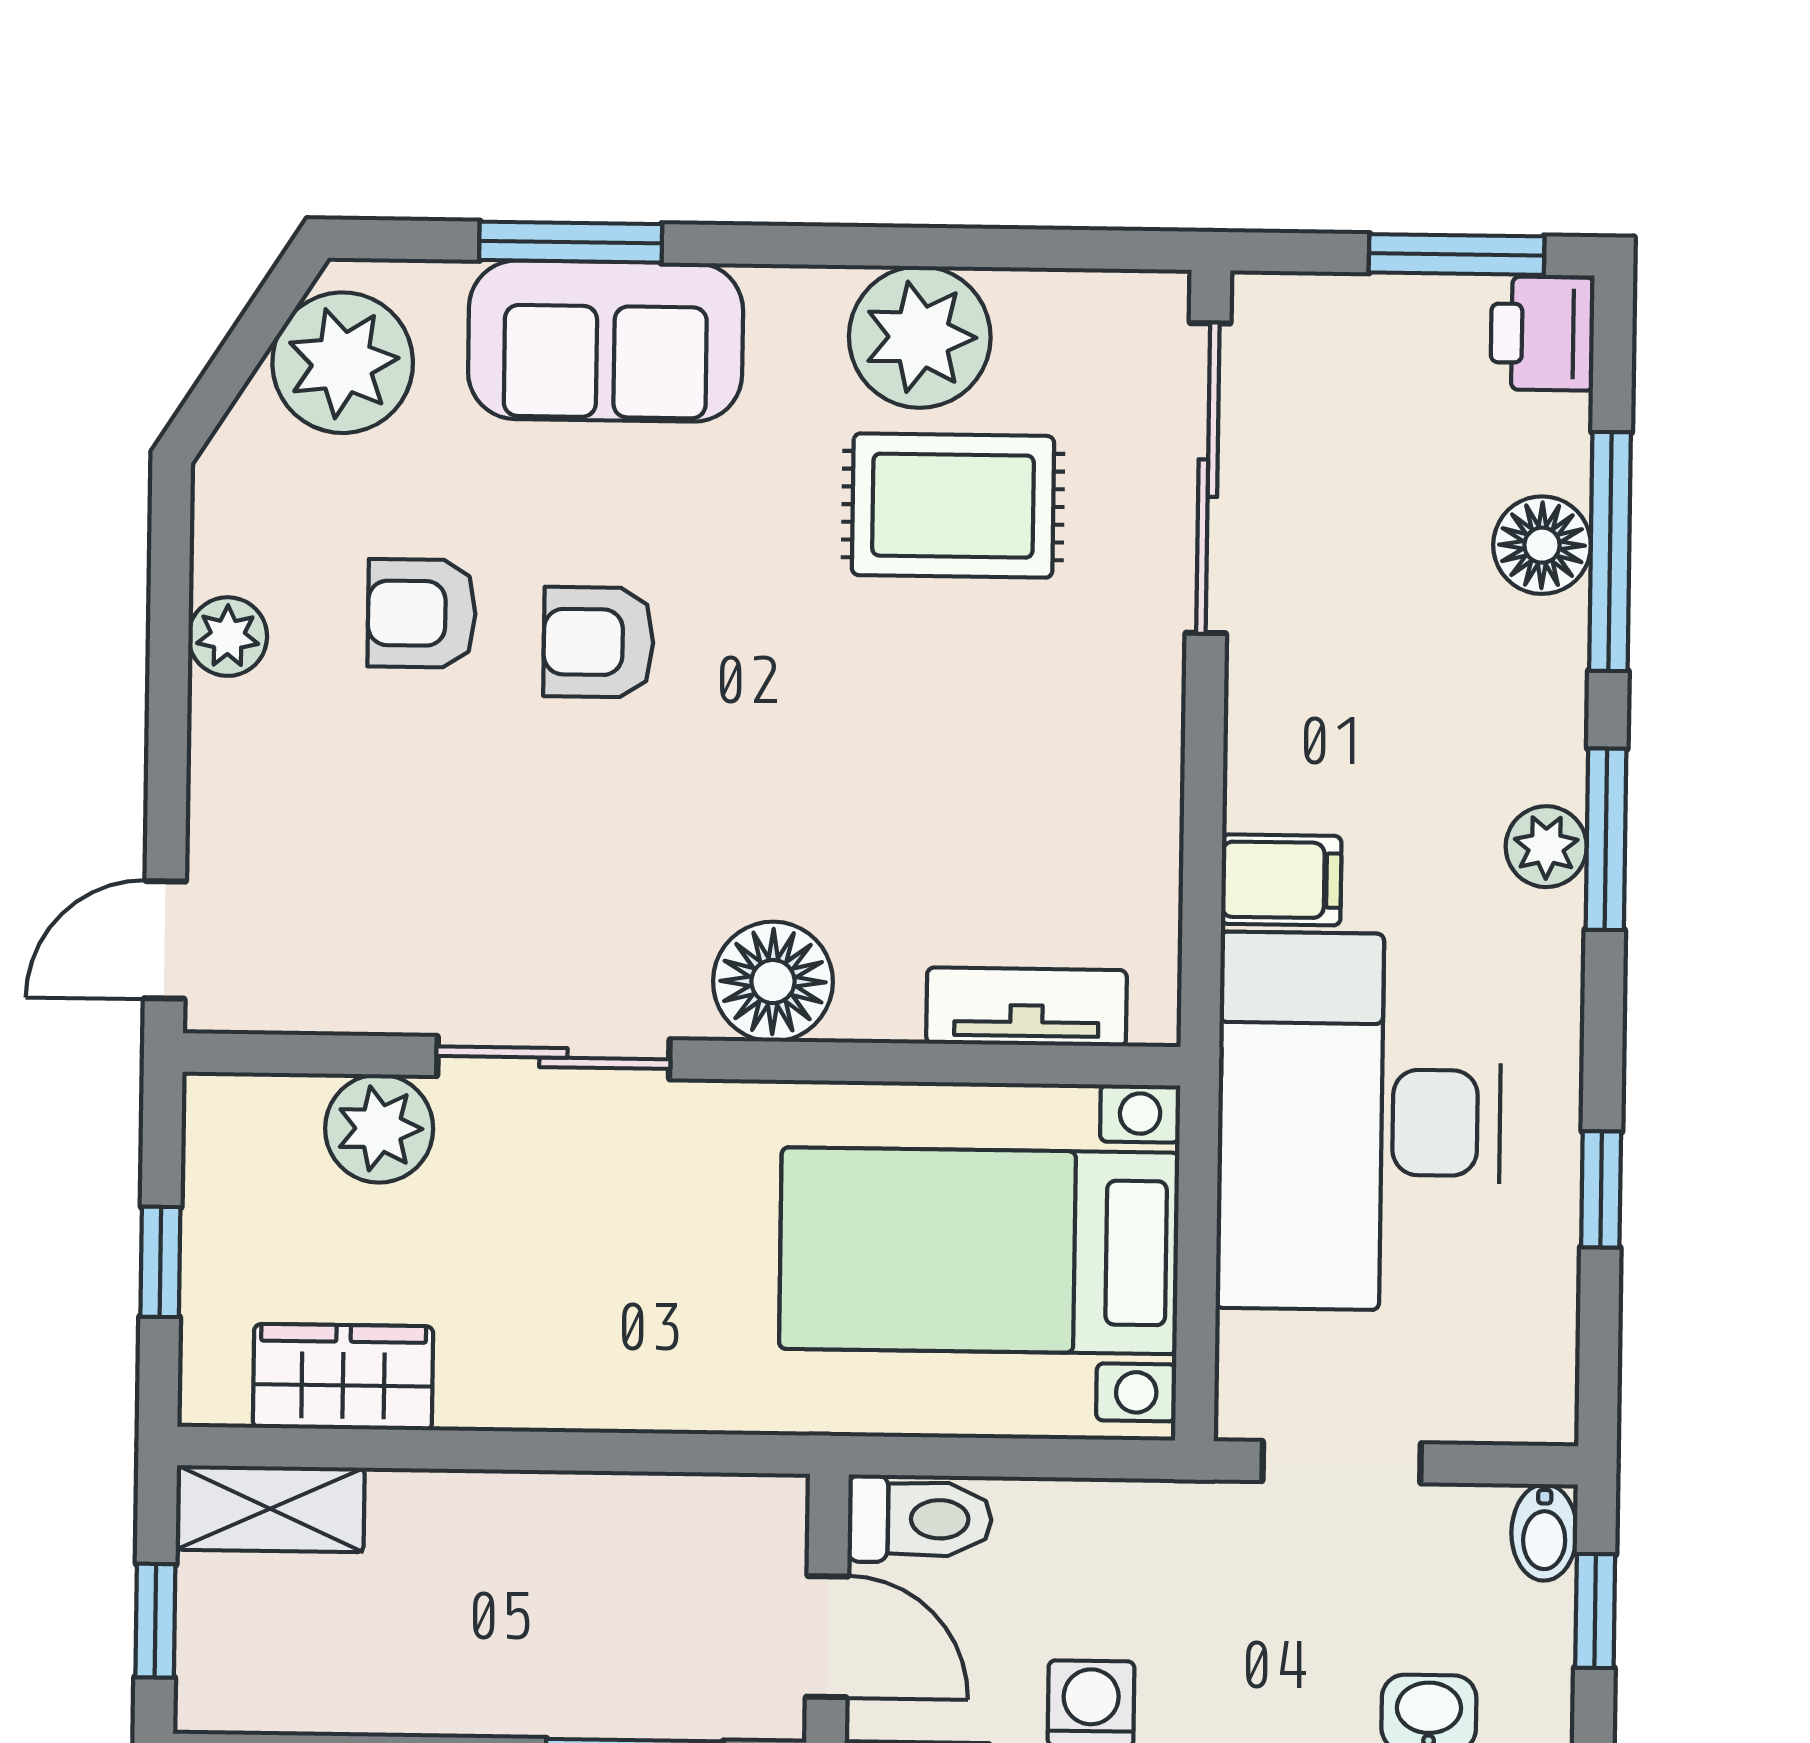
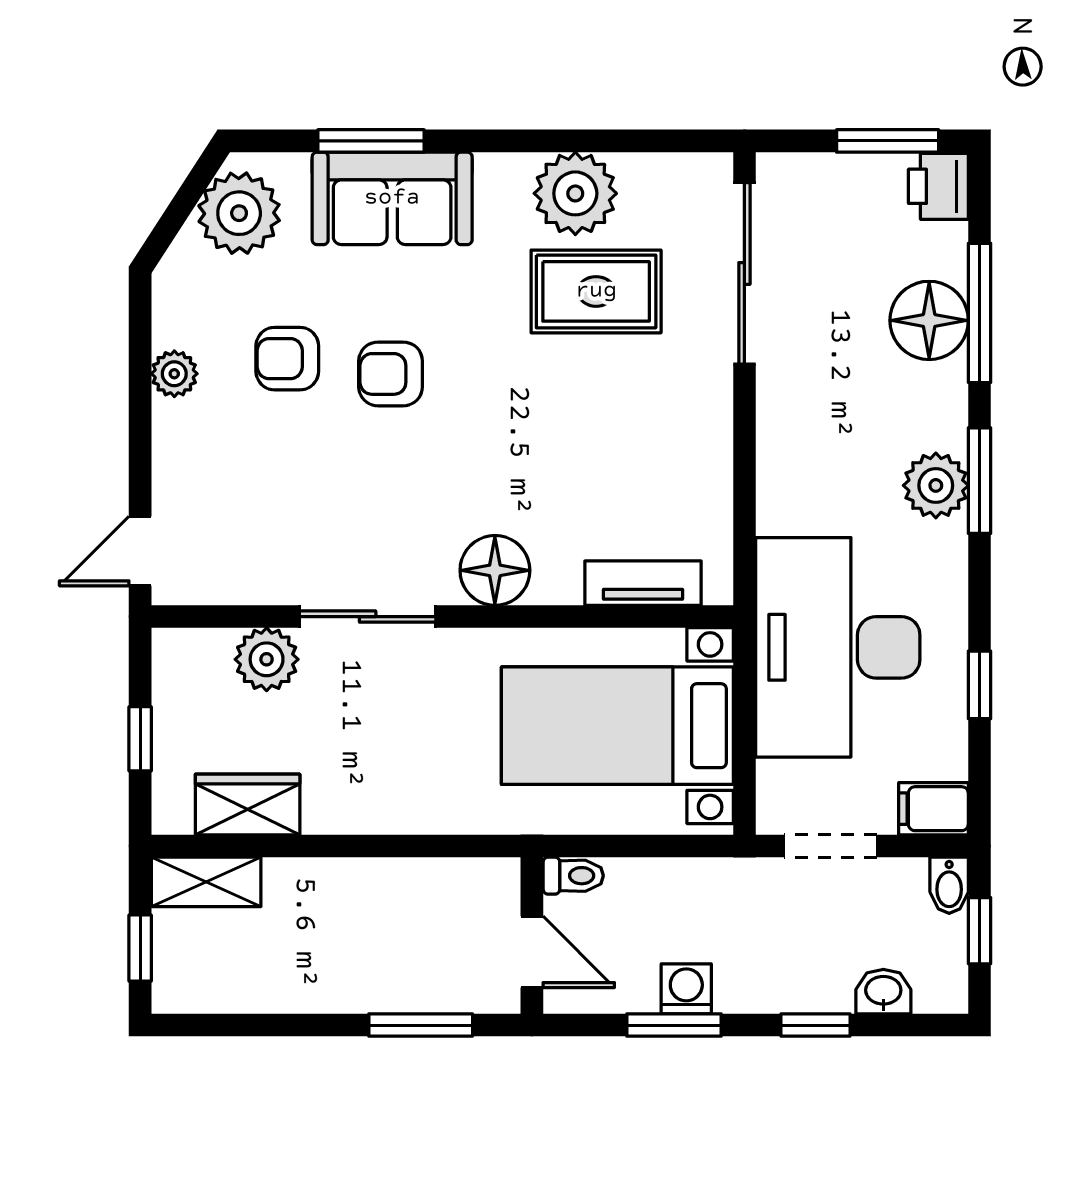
floor lamp: (1542, 545) -> (929, 320), width x1.38, depth x1.38
plant: (1546, 847) -> (936, 485), width x1.38, depth x1.38
filing cabinet: (1281, 880) -> (933, 809), moved, turned 180
toilet: (920, 1519) -> (573, 876), width x0.73, depth x0.72

